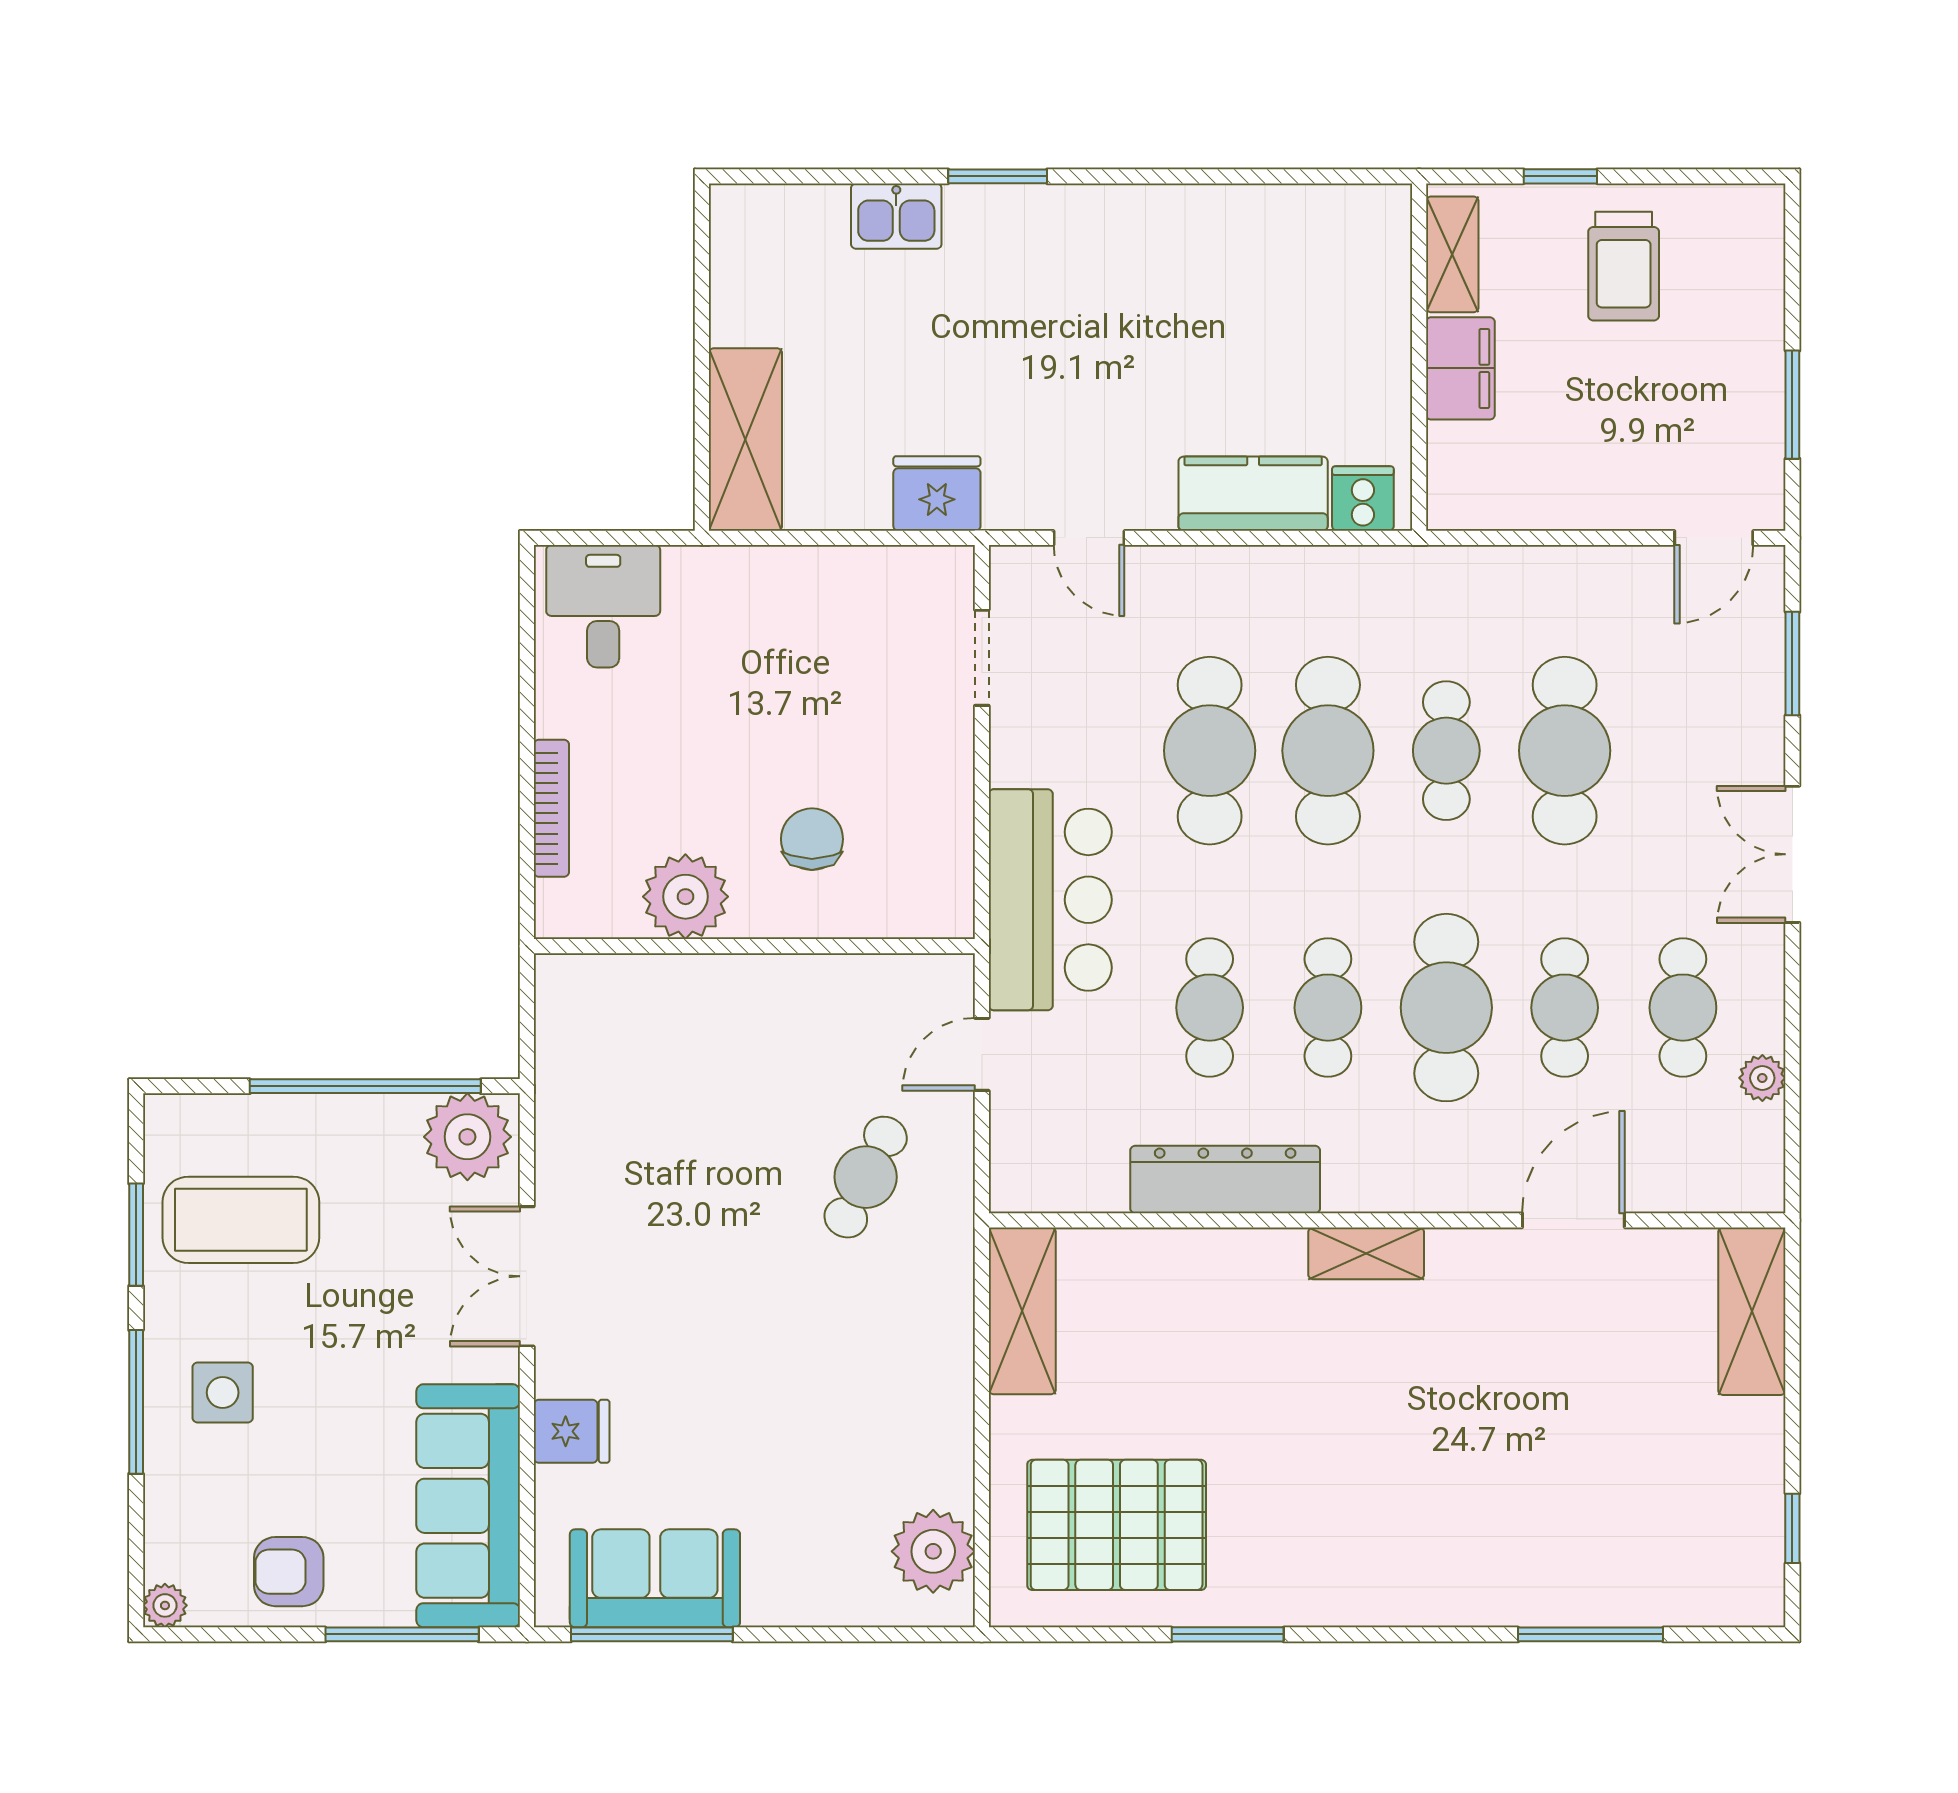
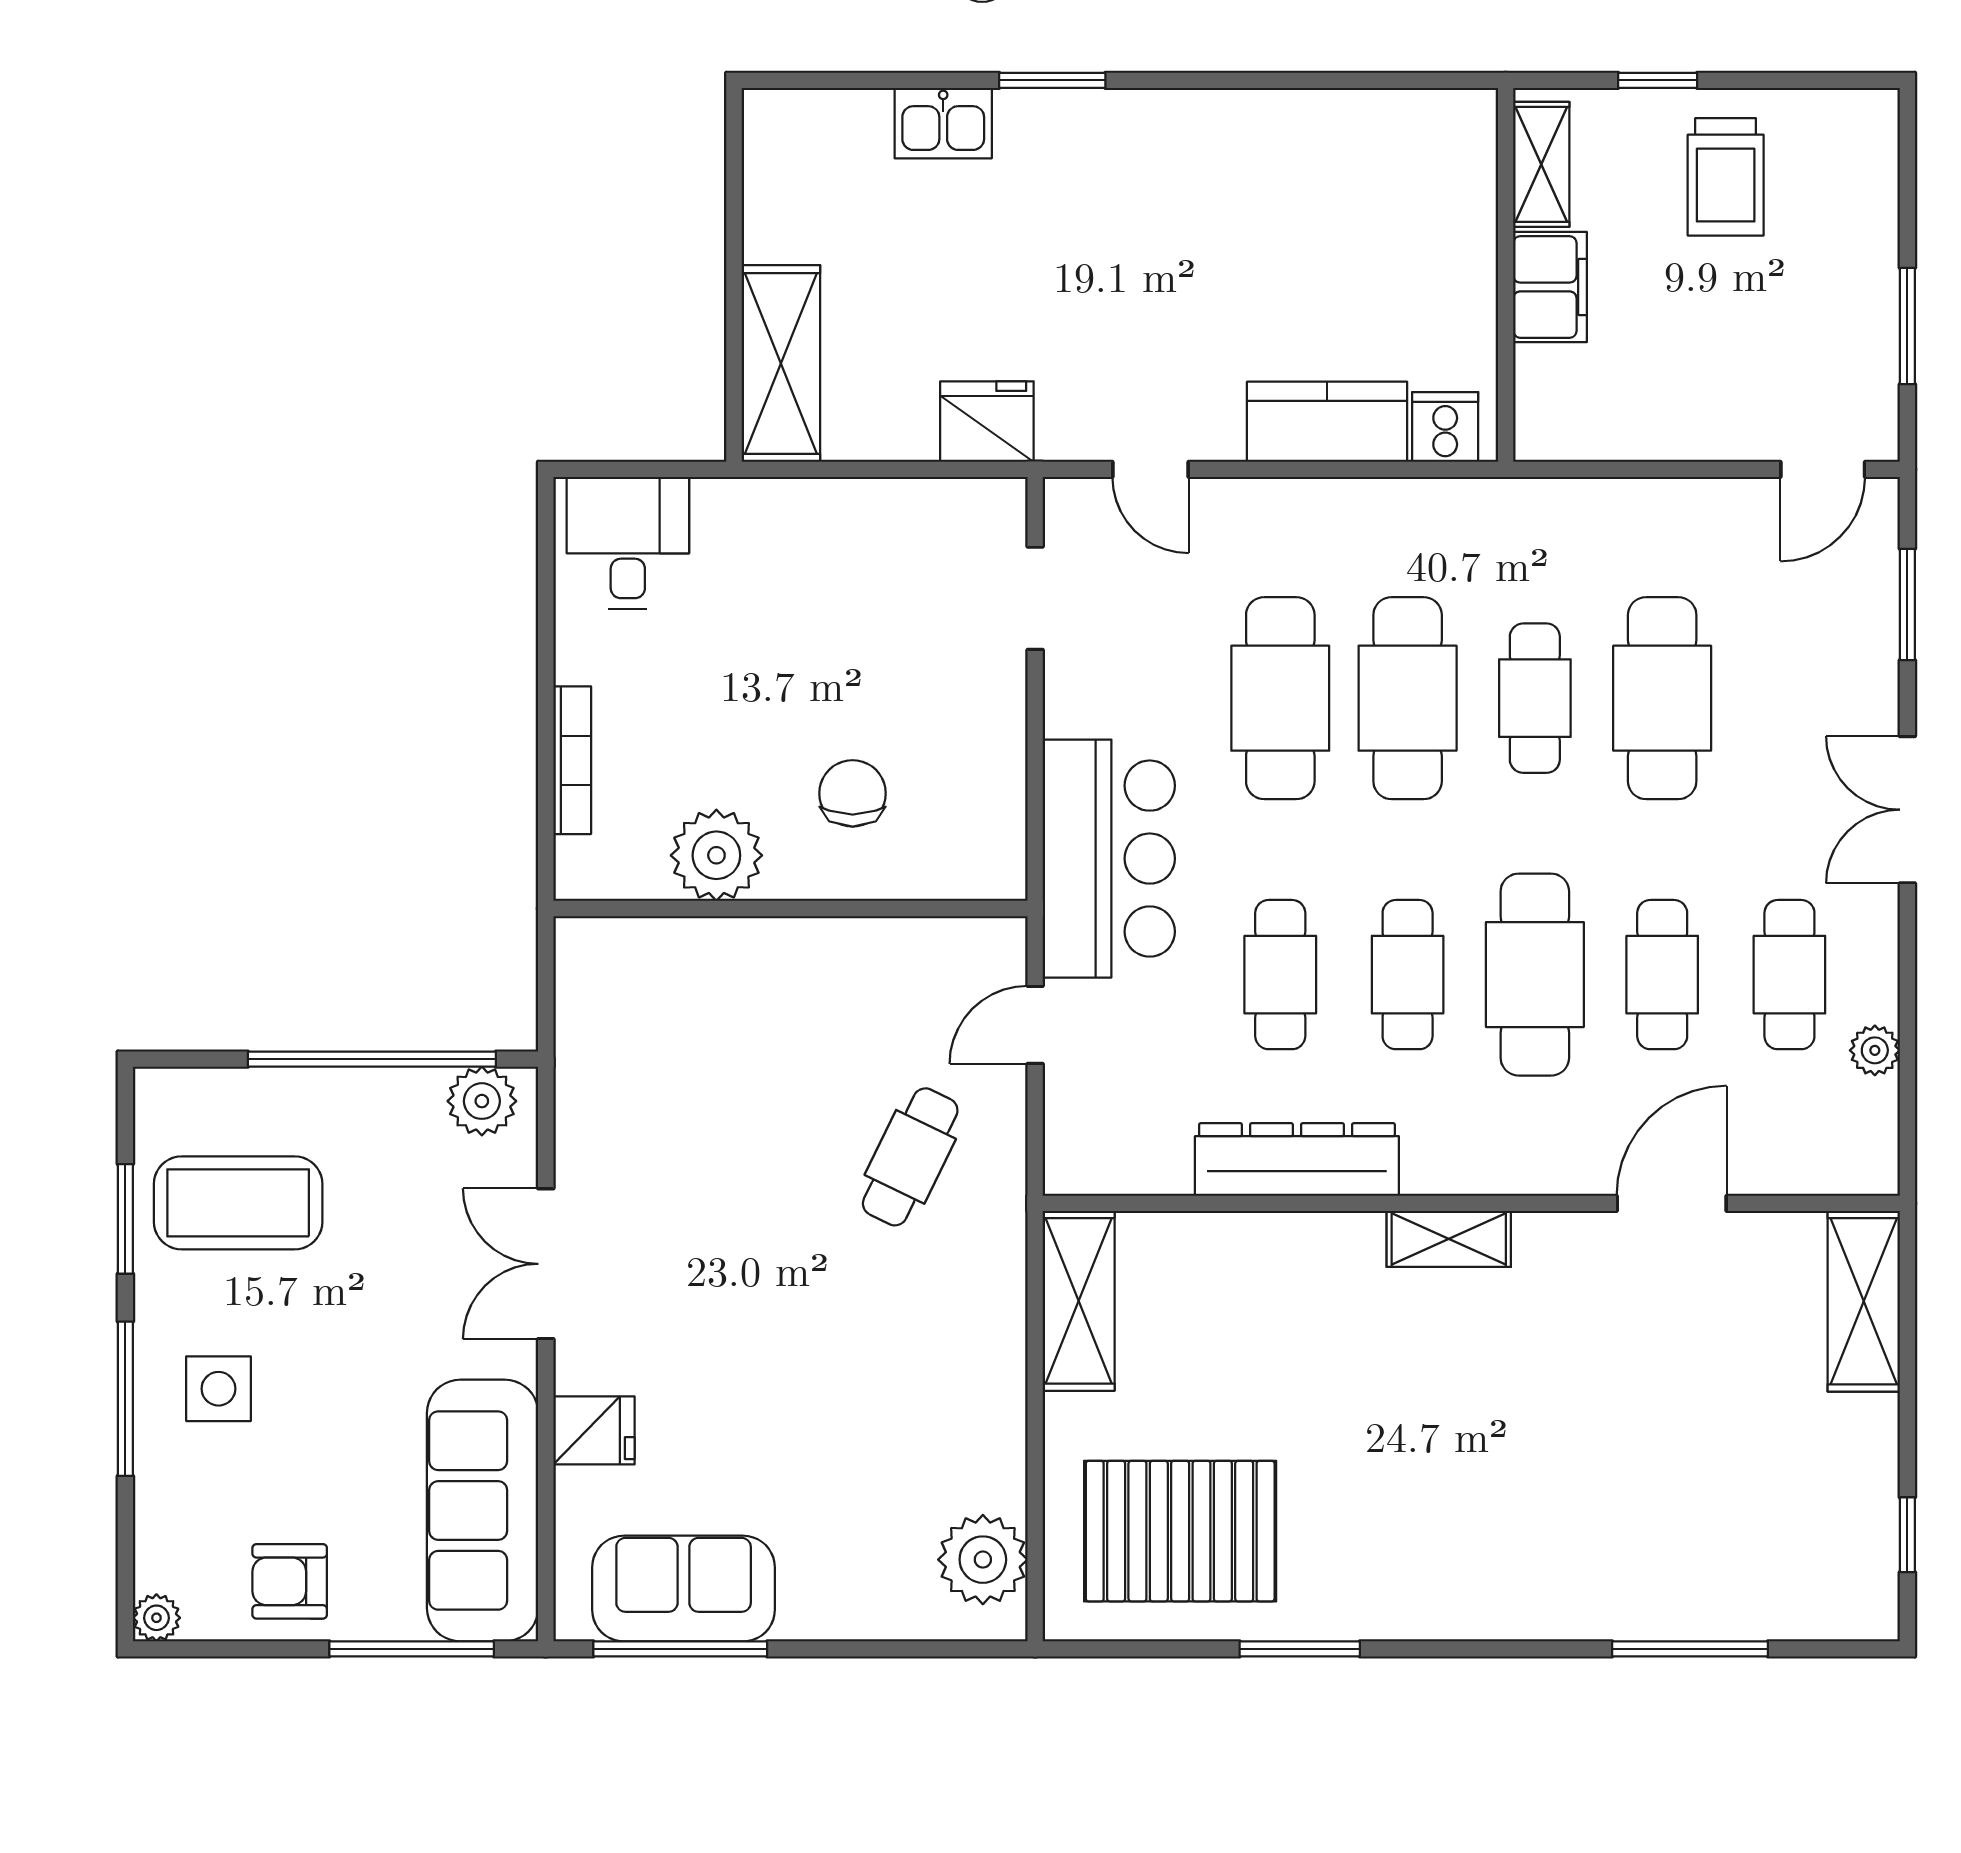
plant: (467, 1137) -> (482, 1101), width x0.73, depth x0.73

